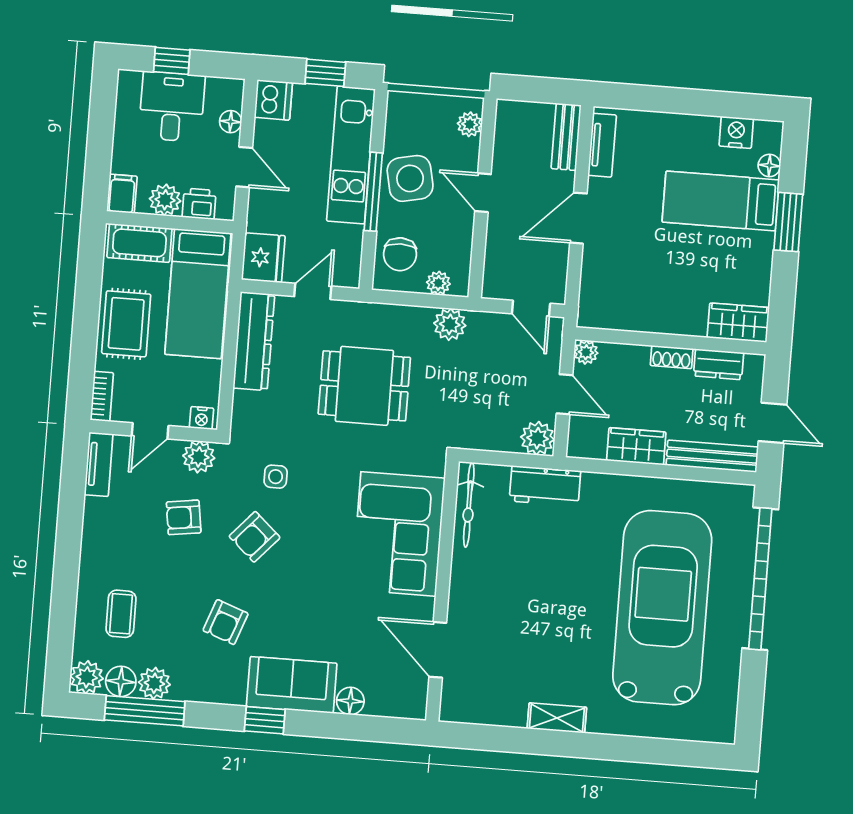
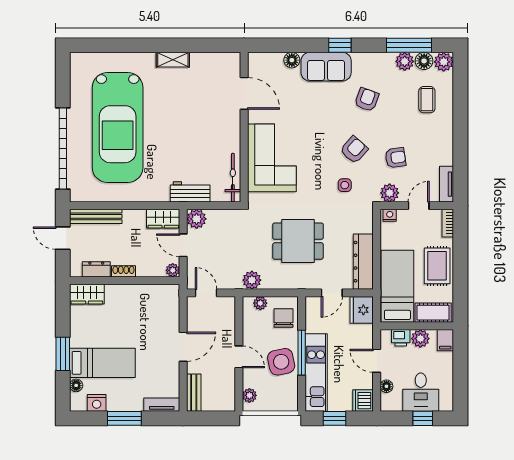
window: (690, 102) -> (124, 418), added
tv unit: (602, 145) -> (162, 405), moved, turned 90
wardrobe: (636, 446) -> (163, 219), moved

